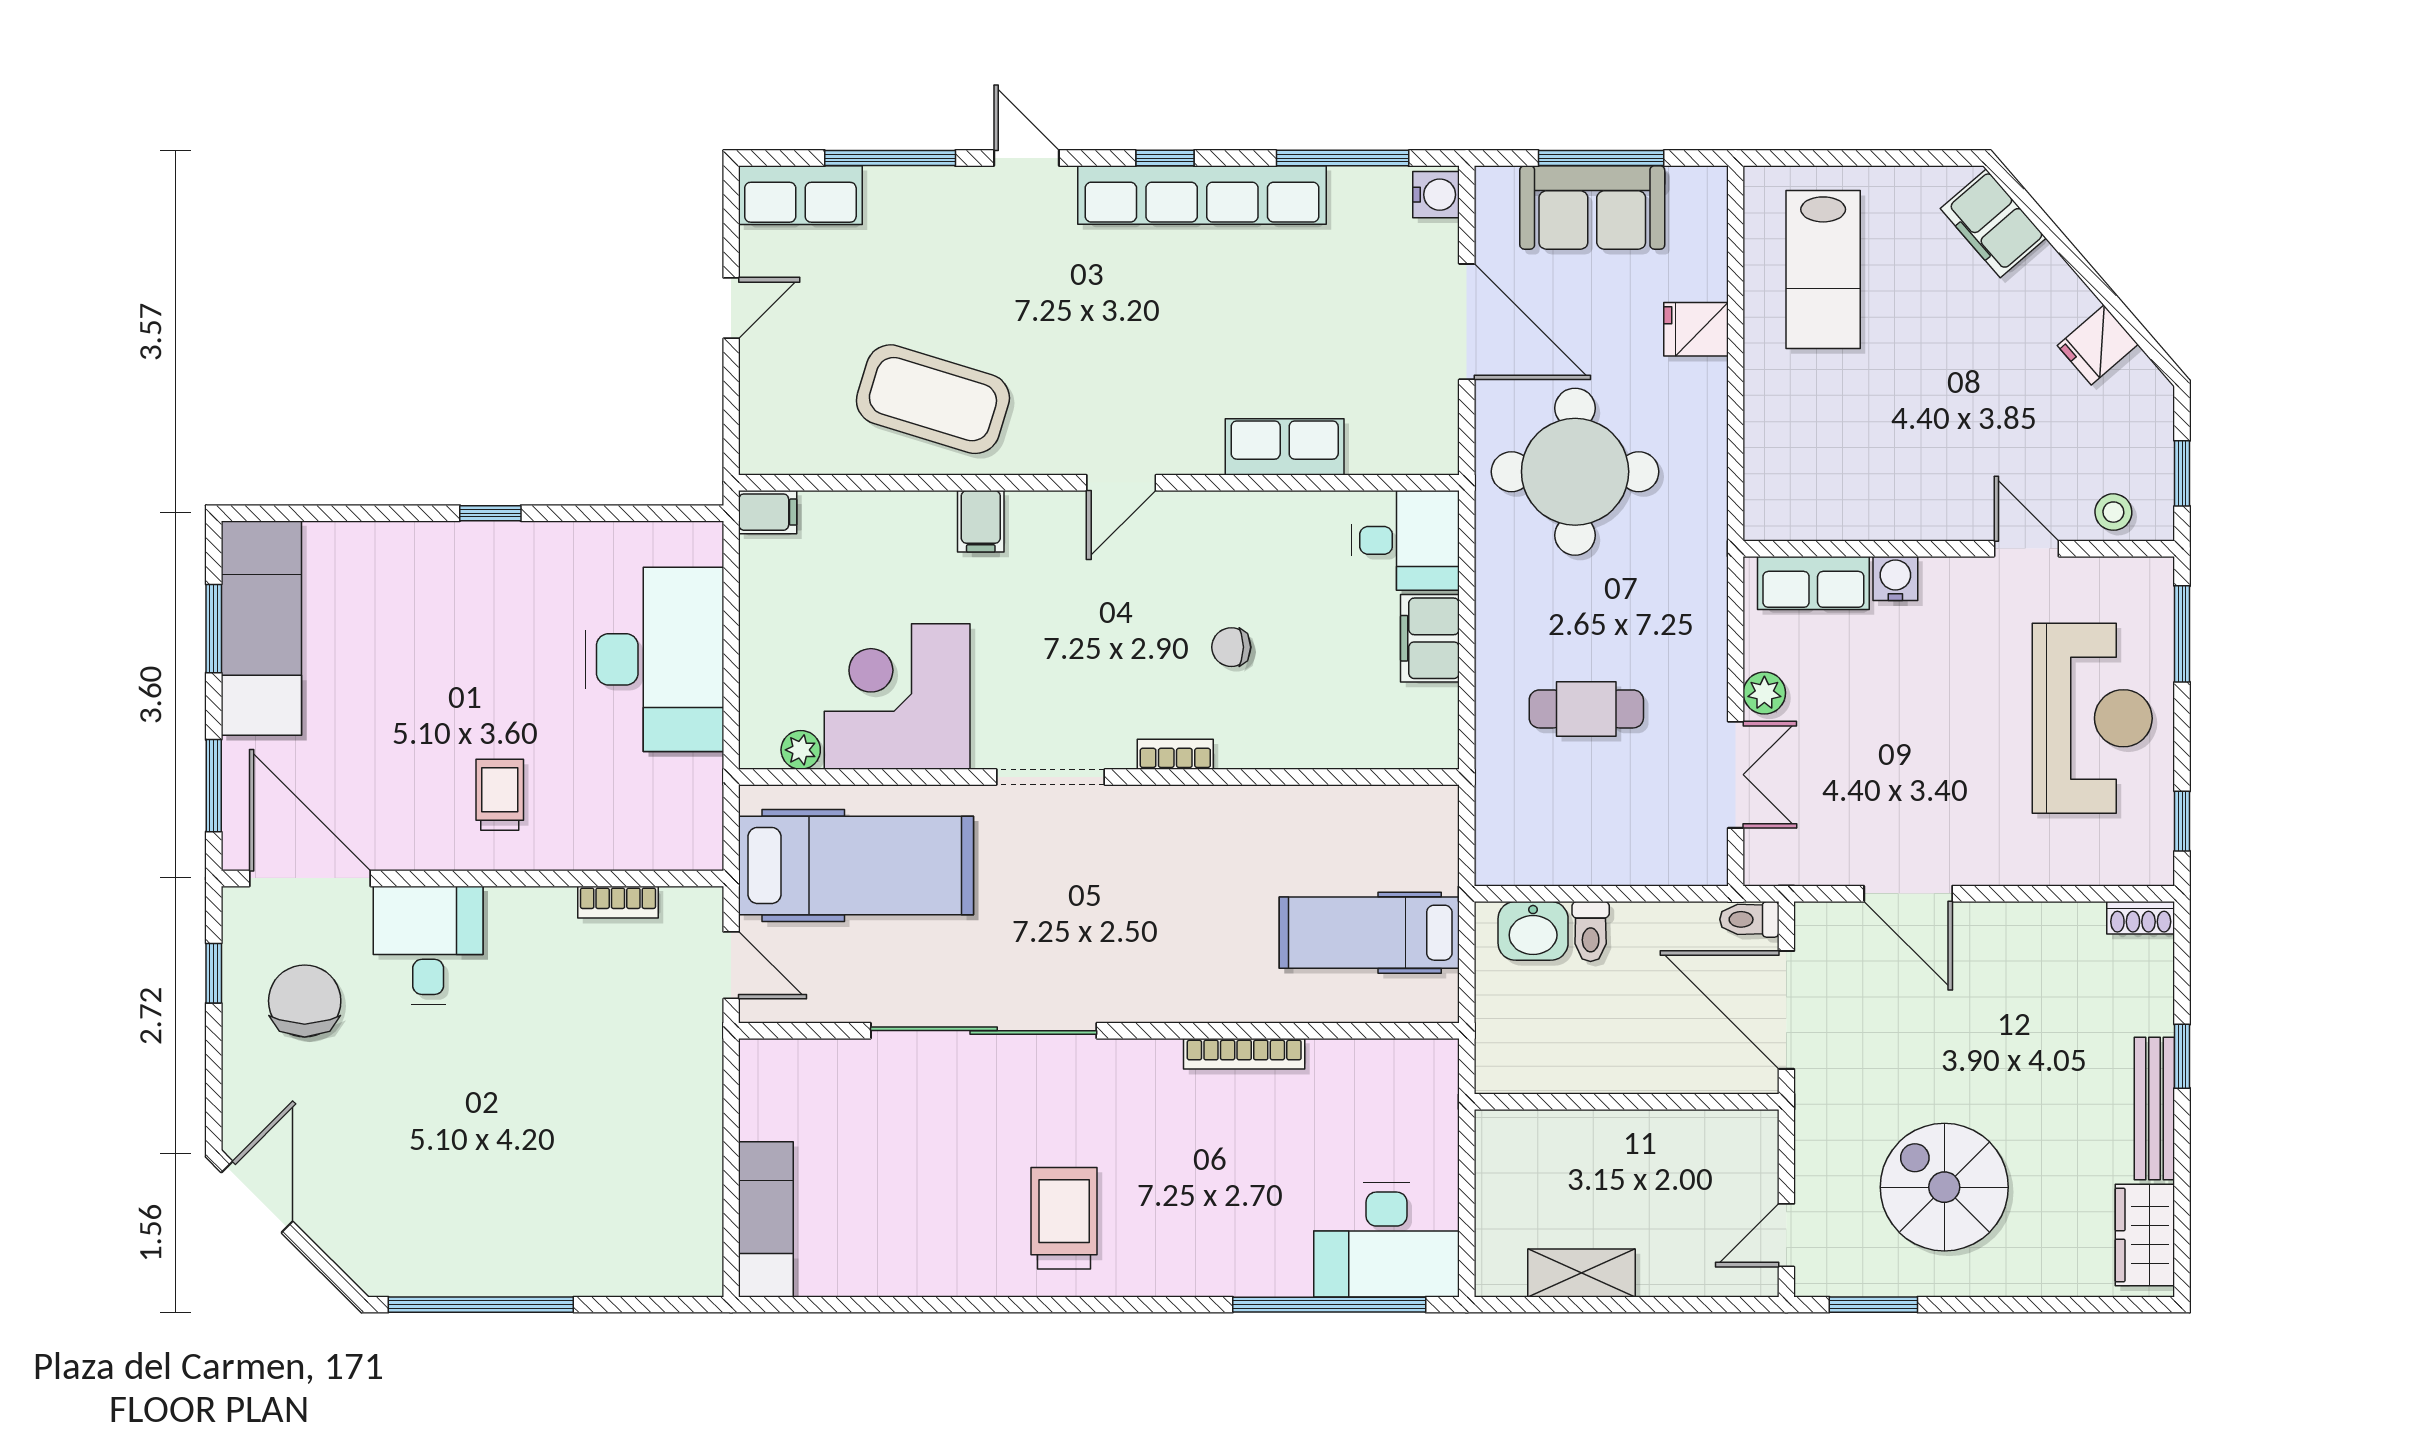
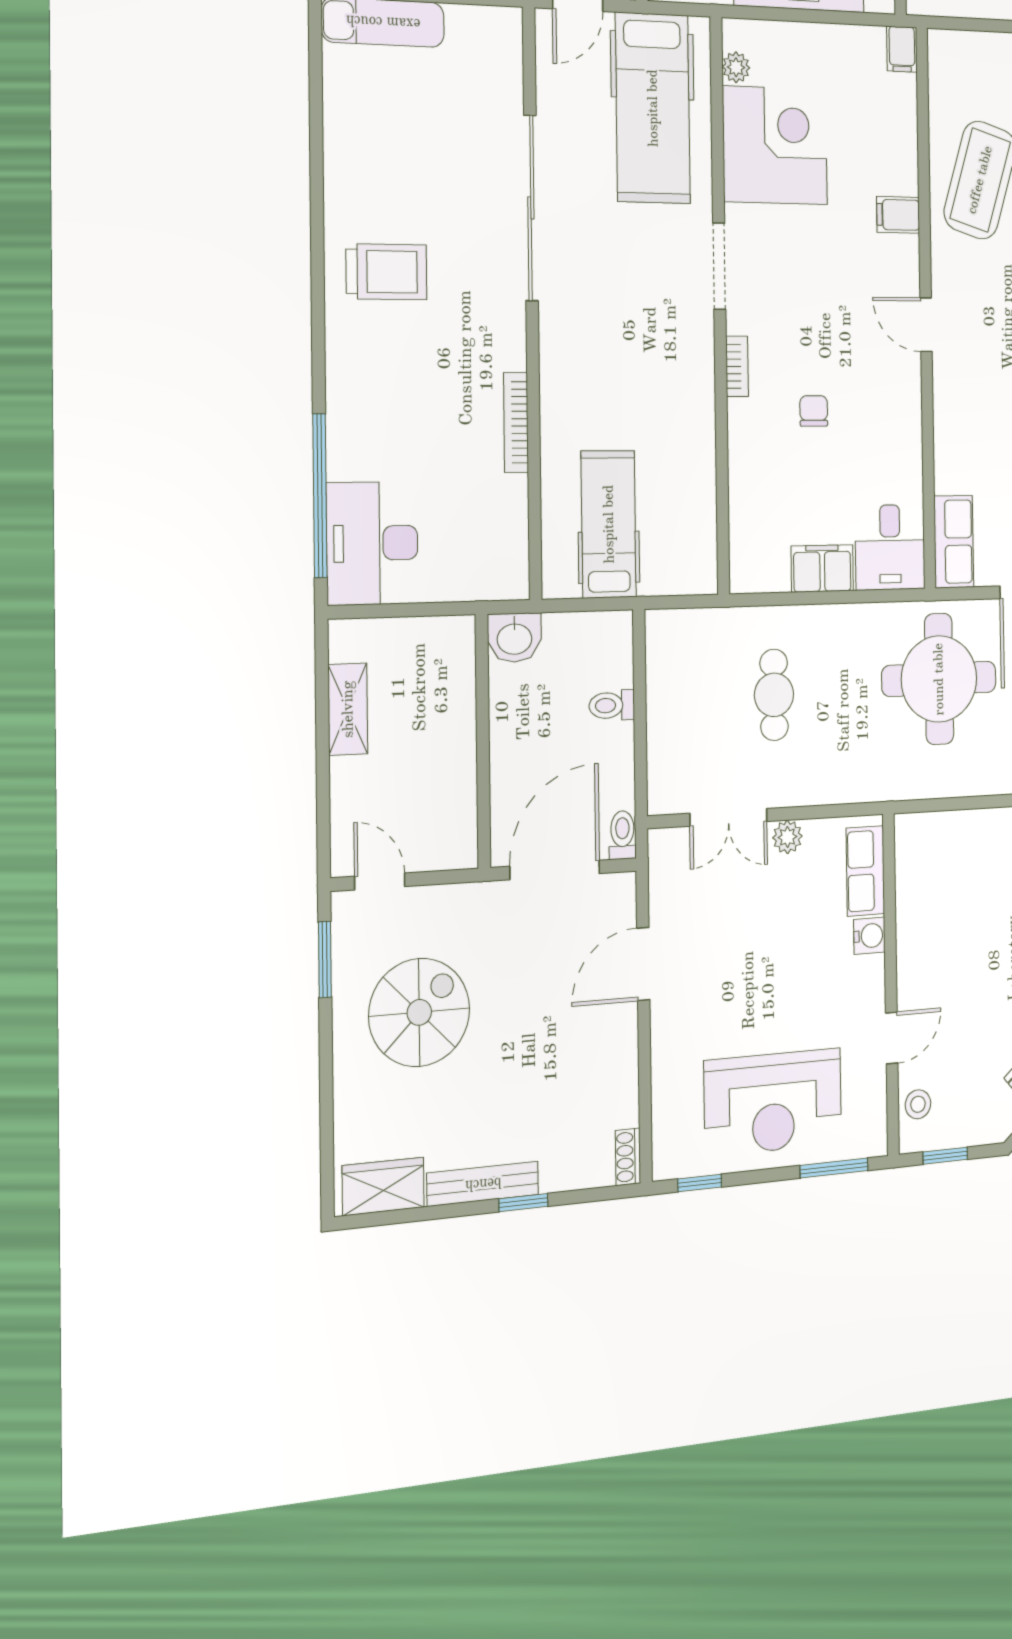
row of seats: (1285, 447) -> (954, 542), moved
washbasin: (1533, 931) -> (514, 638), moved, turned -90

